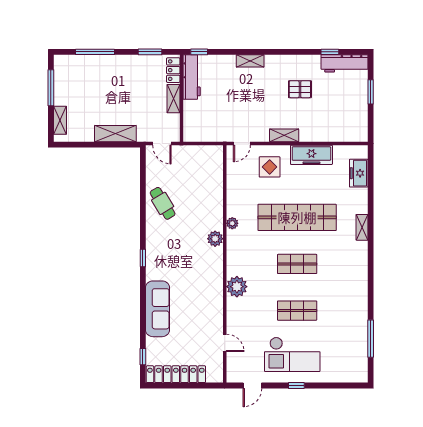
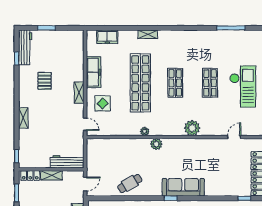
workbench: (192, 77) -> (67, 162), moved
sofa: (158, 309) -> (183, 187), moved

